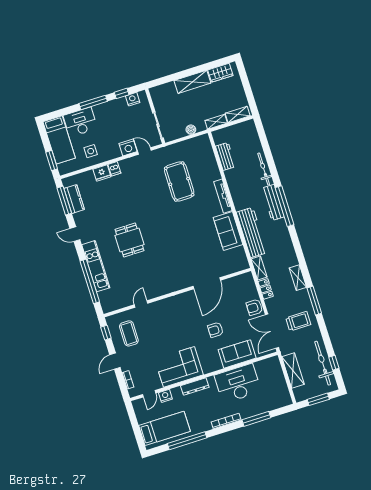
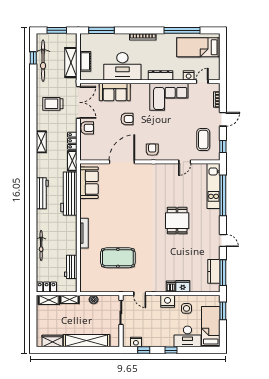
shelving: (192, 82) -> (87, 341), width x1.47
window: (93, 102) -> (171, 350), width x0.46
locker: (244, 127) -> (47, 287), added
nightstand: (128, 147) -> (168, 301), moved
pool table: (179, 181) -> (118, 258), turned 90
workbench: (273, 202) -> (42, 193), moved
window: (284, 206) -> (33, 207), removed
sofa: (228, 231) -> (89, 183), moved
kitchen unit: (96, 266) -> (214, 186), moved
window: (314, 301) -> (33, 117), removed
armchair: (179, 306) -> (152, 150), added
cot: (278, 376) -> (85, 61), added
window: (256, 419) -> (101, 30), moved

